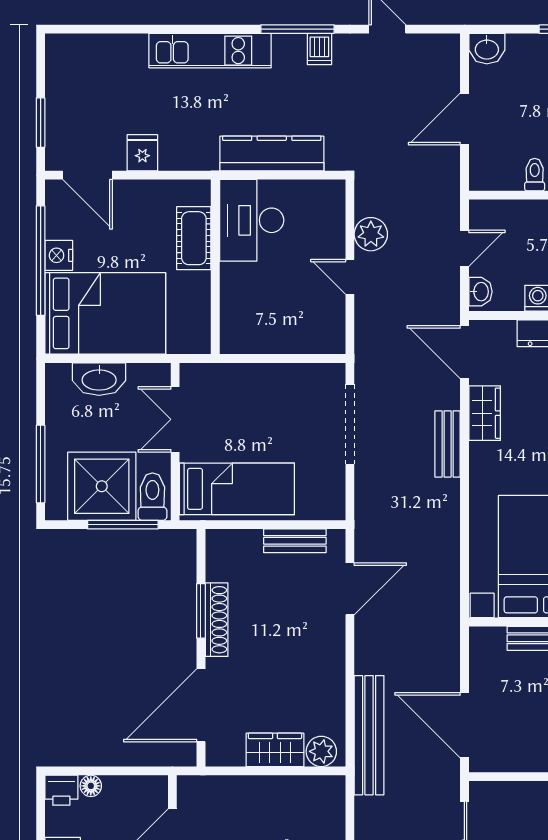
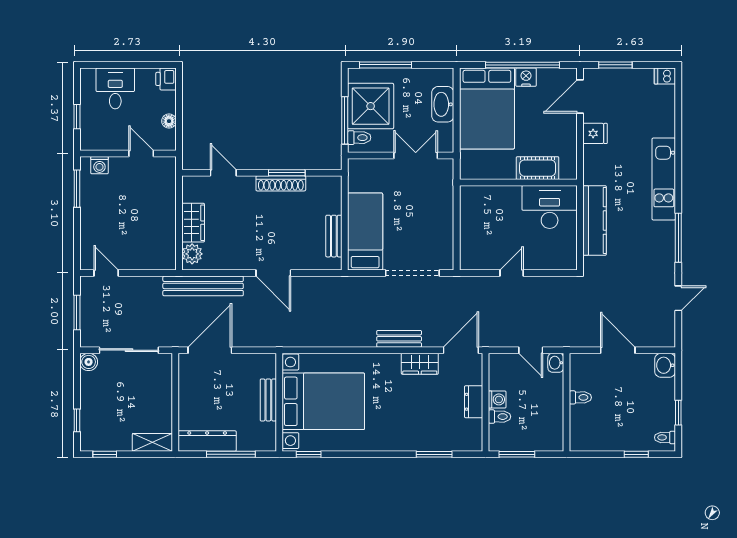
dishwasher: (319, 49) -> (665, 76), moved
plant: (371, 234) -> (540, 287), removed
washbasin: (480, 292) -> (556, 363), moved, turned 90
bed: (237, 489) -> (365, 232), moved, turned 180
toilet: (152, 497) -> (359, 138), width x0.73, depth x0.72
door: (350, 589) -> (273, 273), moved
door: (201, 705) -> (223, 173), width x0.53
floor lamp: (91, 786) -> (169, 121), moved

